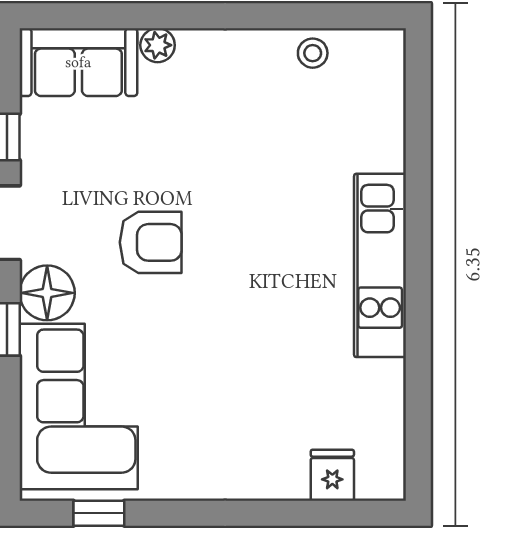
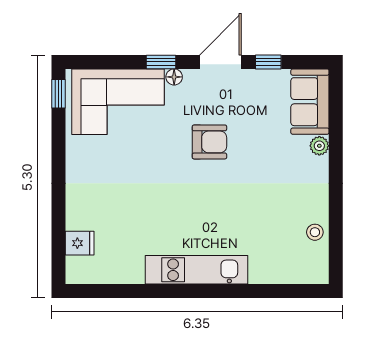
armchair: (151, 242) -> (209, 142), turned -90
floor lamp: (47, 293) -> (174, 77), width x0.53, depth x0.53
window: (99, 513) -> (59, 94), moved

